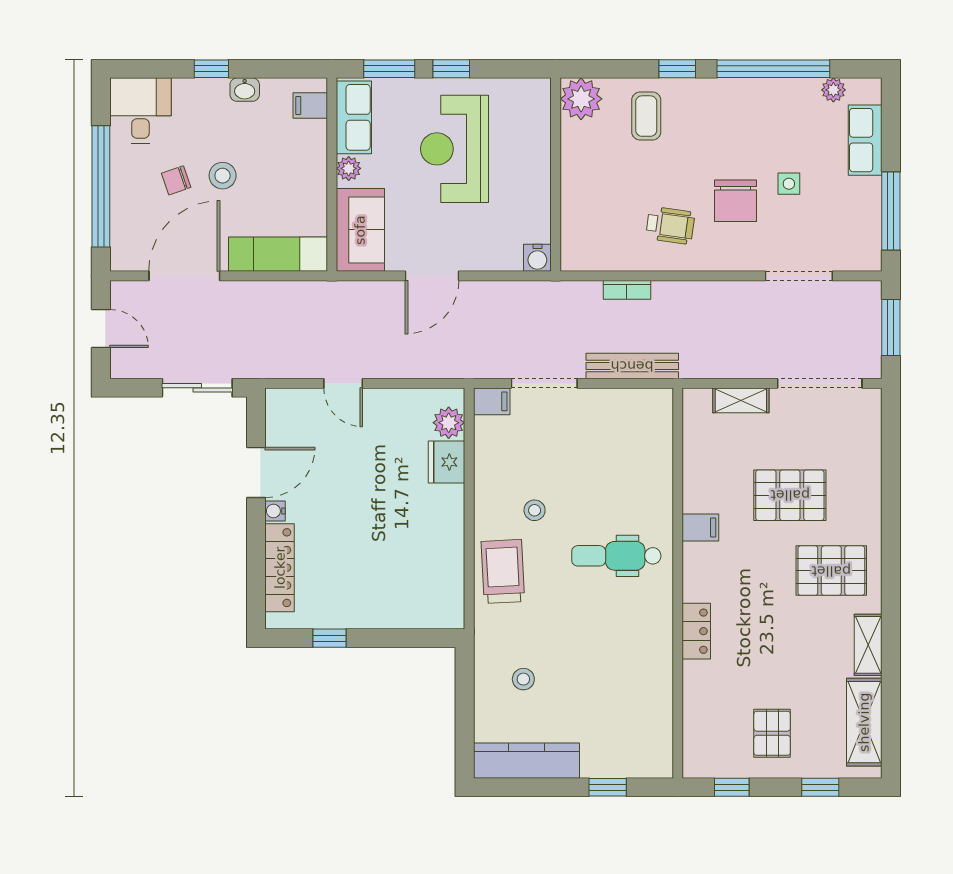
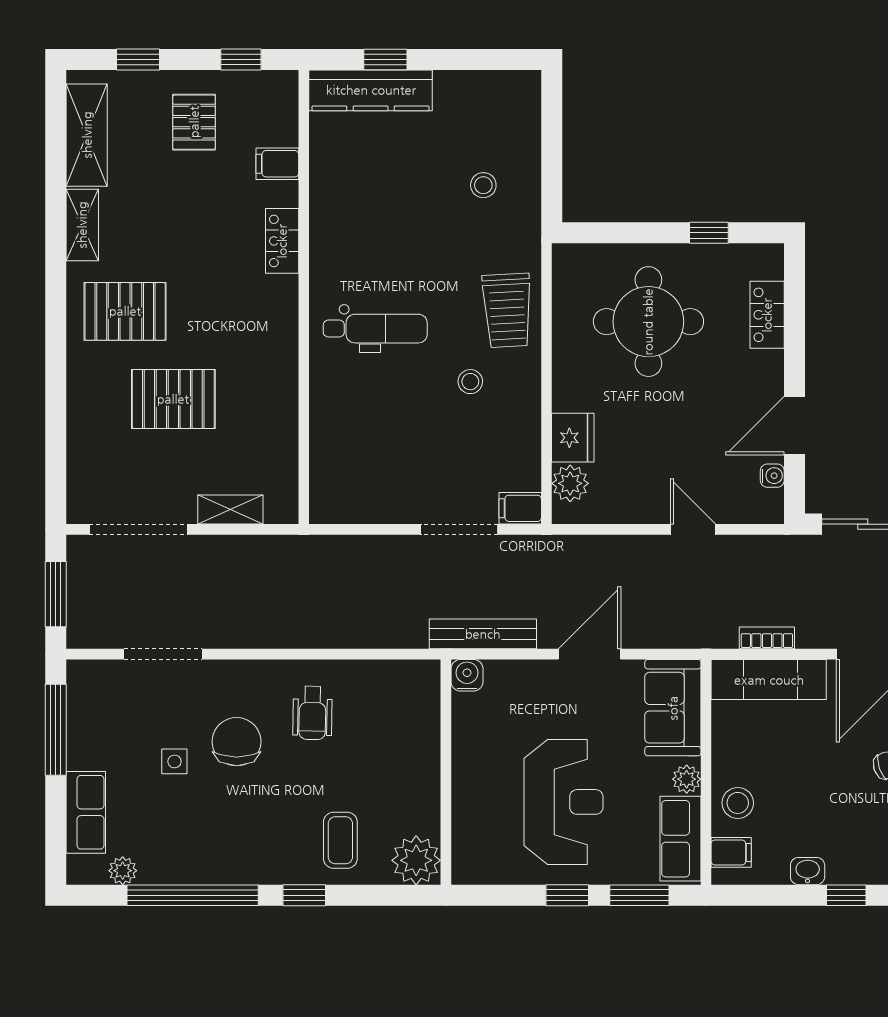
stool: (223, 176) -> (738, 803), moved
wheelchair: (670, 225) -> (312, 713), turned -97
bookcase: (627, 290) -> (767, 638), moved
bench: (632, 366) -> (483, 634), moved
water cooler: (275, 511) -> (772, 476), moved
filing cabinet: (700, 527) -> (277, 164), moved
round table: (381, 562) -> (648, 322), added
locker: (280, 568) -> (767, 315), width x0.66
kitchen counter: (527, 761) -> (371, 90), moved

